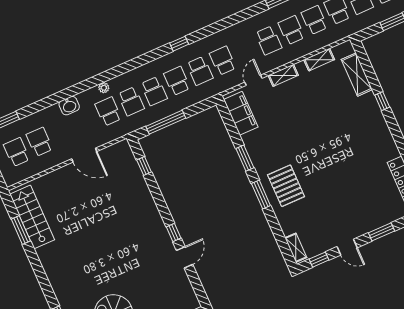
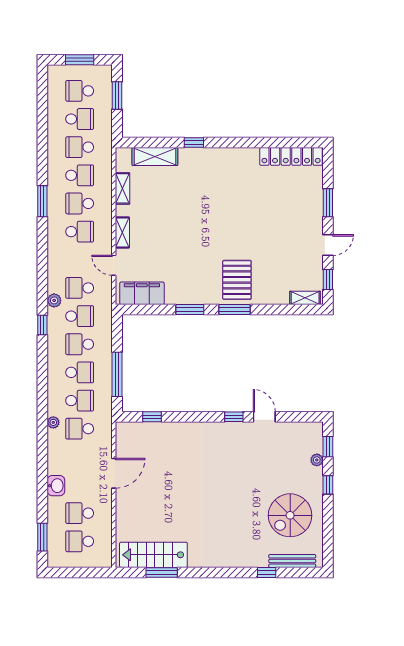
school desk: (314, 20) -> (80, 175), turned 180
plant: (203, 44) -> (54, 300), added
washbasin: (69, 106) -> (56, 486), moved
pallet: (286, 186) -> (237, 280), turned 90

